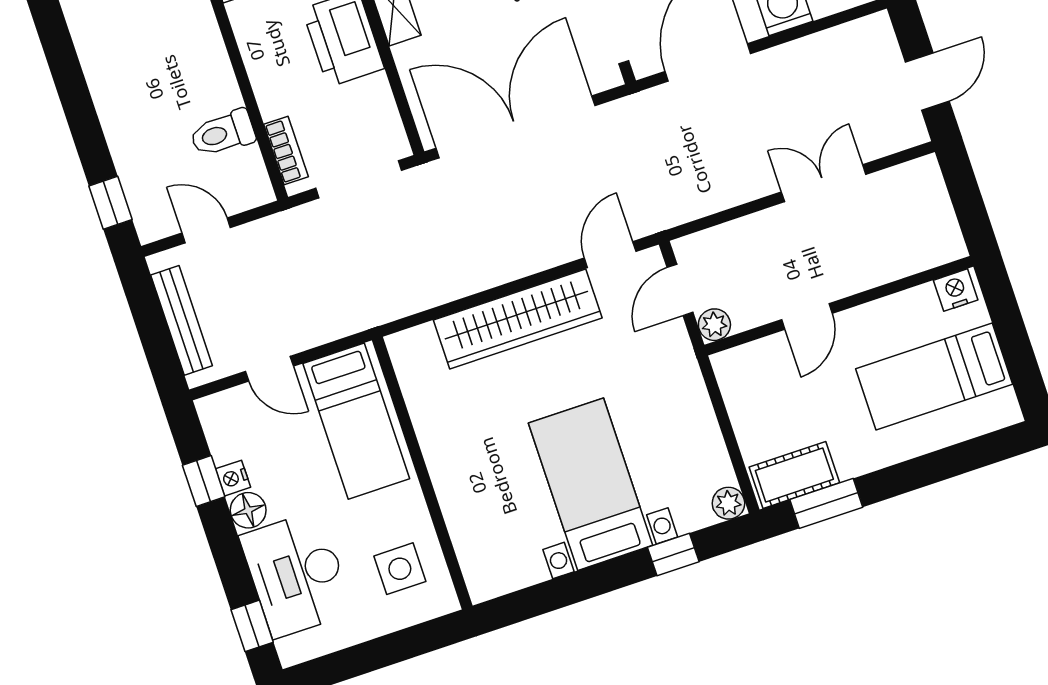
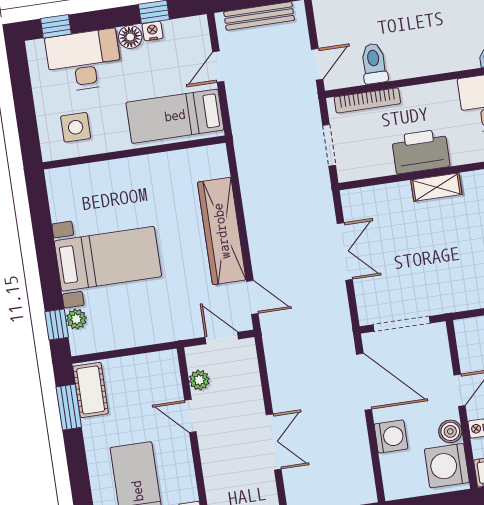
double door: (516, 127) -> (345, 251), width x0.54
bookcase: (286, 151) -> (367, 100), width x1.56
doorway: (359, 179) -> (329, 145), width x0.73
door: (206, 230) -> (317, 64), moved
plant: (714, 325) -> (199, 380), moved
plant: (728, 503) -> (76, 319), moved
window: (673, 555) -> (57, 325), moved

